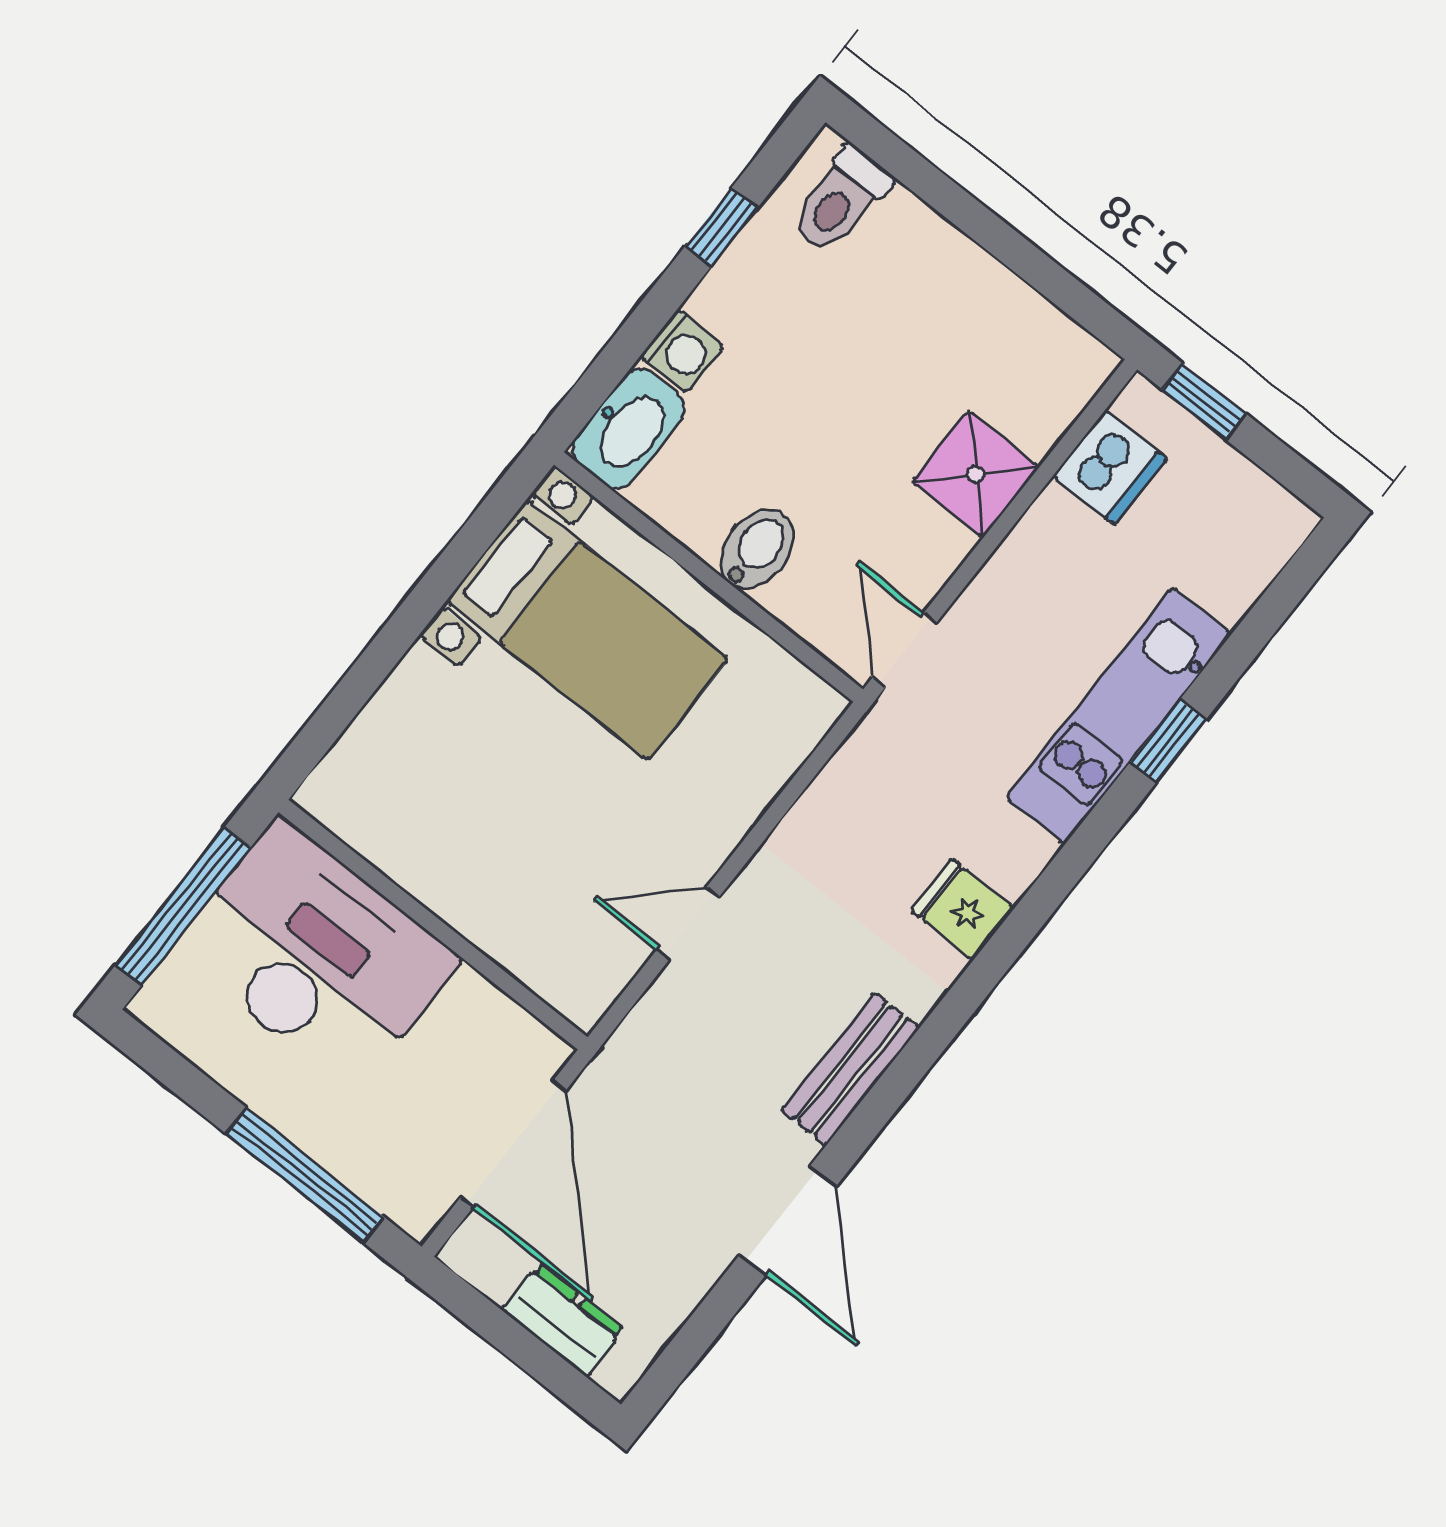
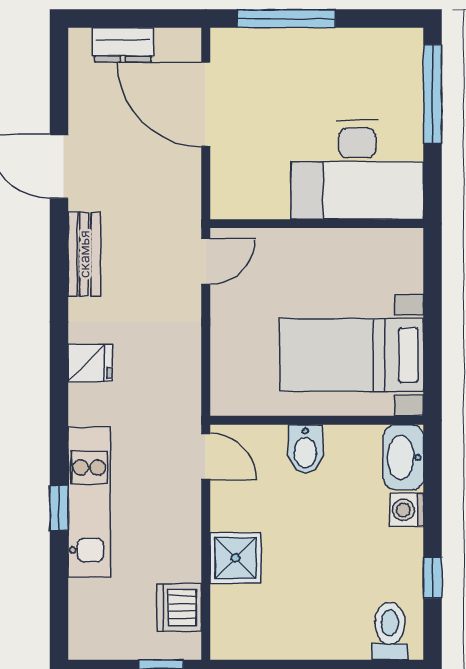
wall: (433, 925) -> (317, 224), moved
desk: (316, 955) -> (357, 170), moved

